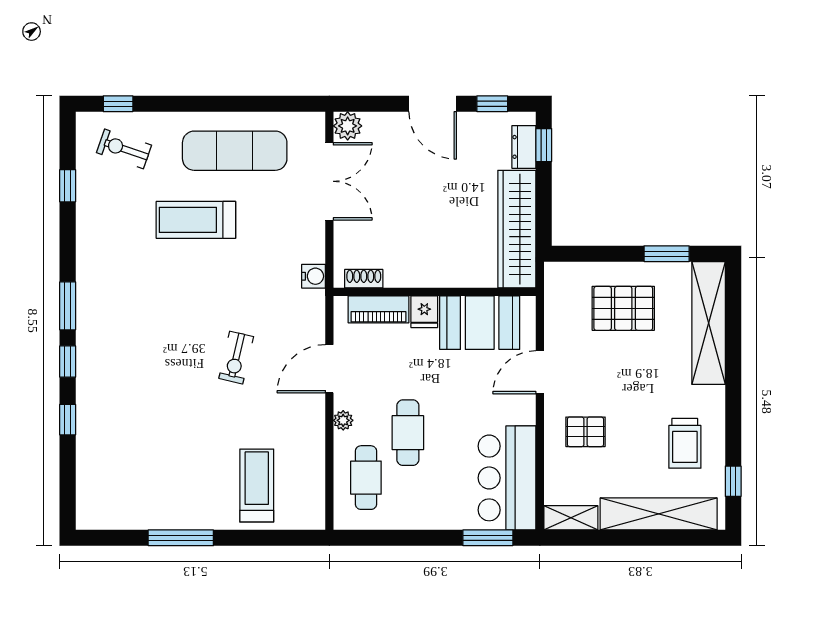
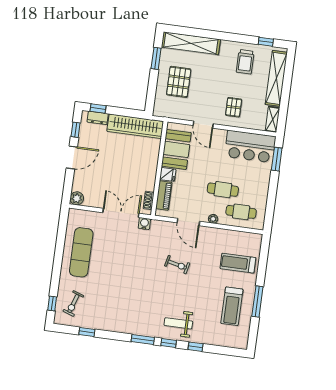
double door: (329, 181) -> (121, 213), moved
treadmill: (196, 220) -> (232, 306), moved
weight bench: (112, 377) -> (178, 323), added
trolley: (685, 443) -> (245, 62), turned 90

